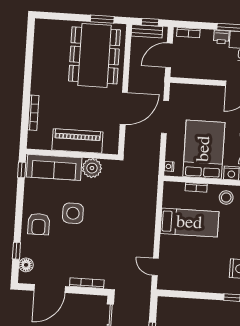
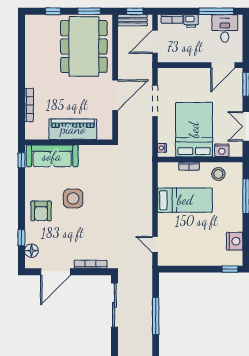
window: (65, 17) -> (53, 11), added
printer: (221, 37) -> (191, 21), moved
plant: (92, 168) -> (88, 154), removed

